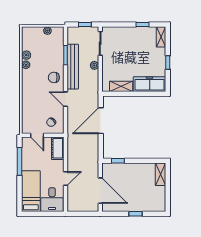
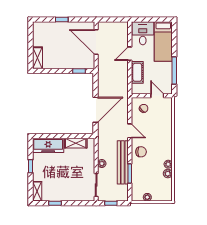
cot: (58, 148) -> (137, 72), moved

